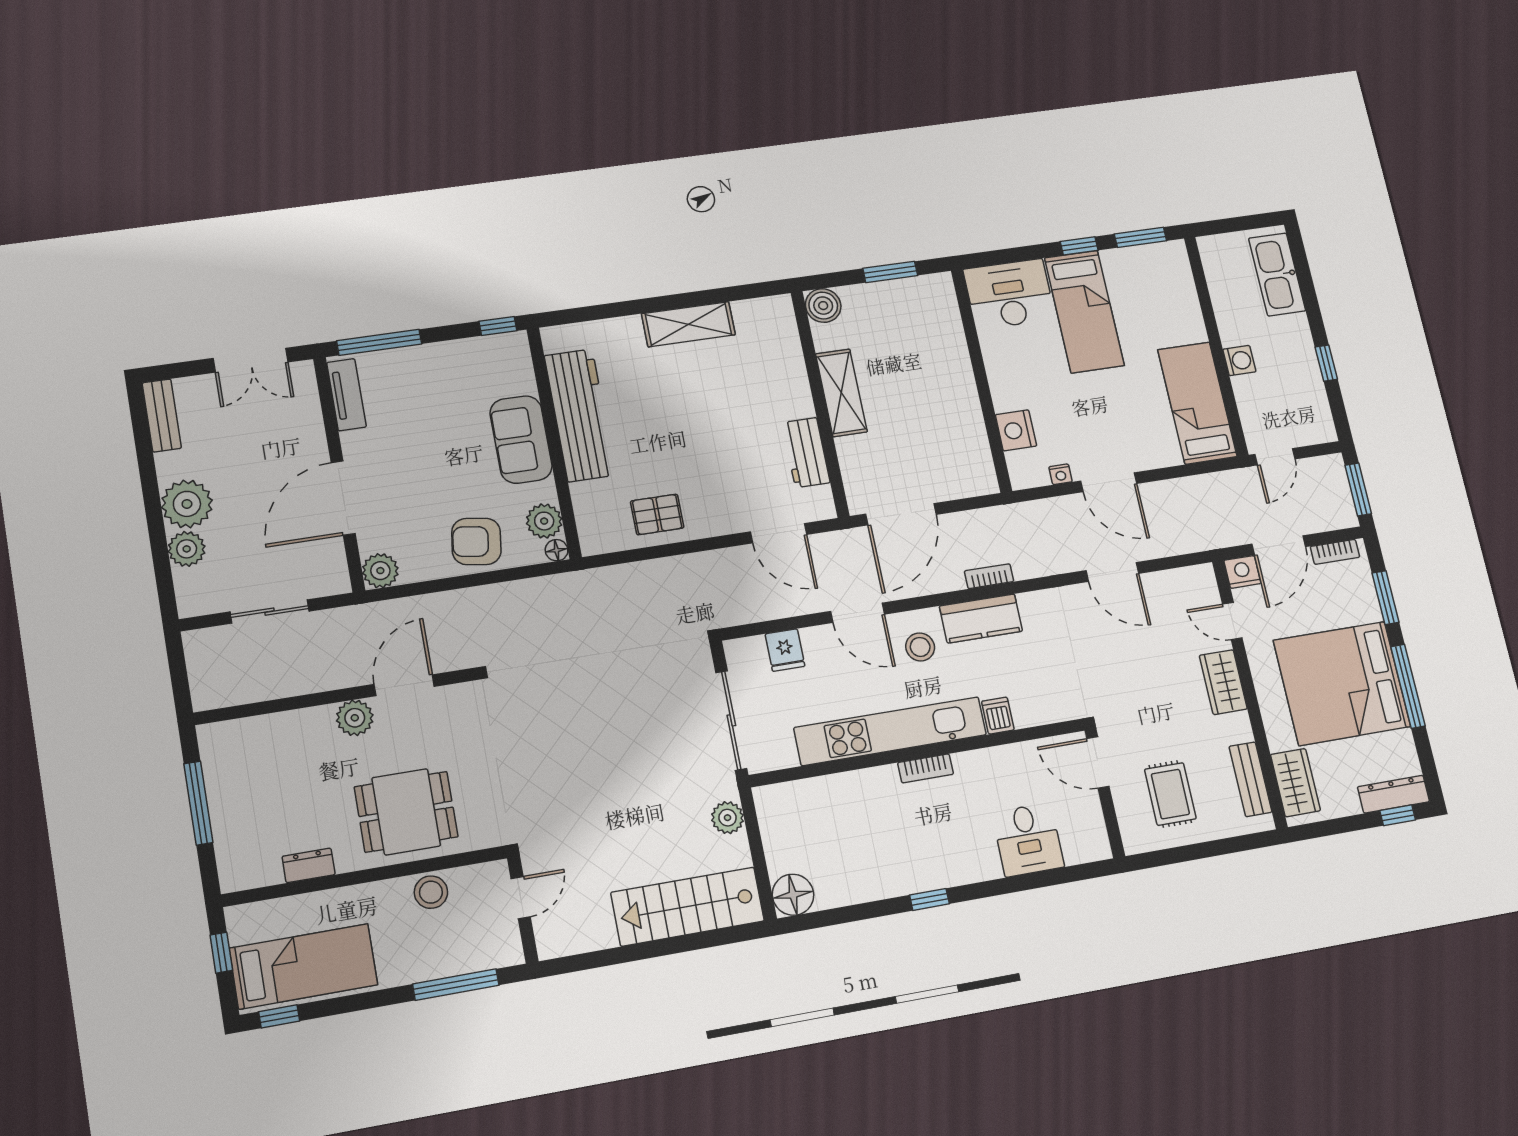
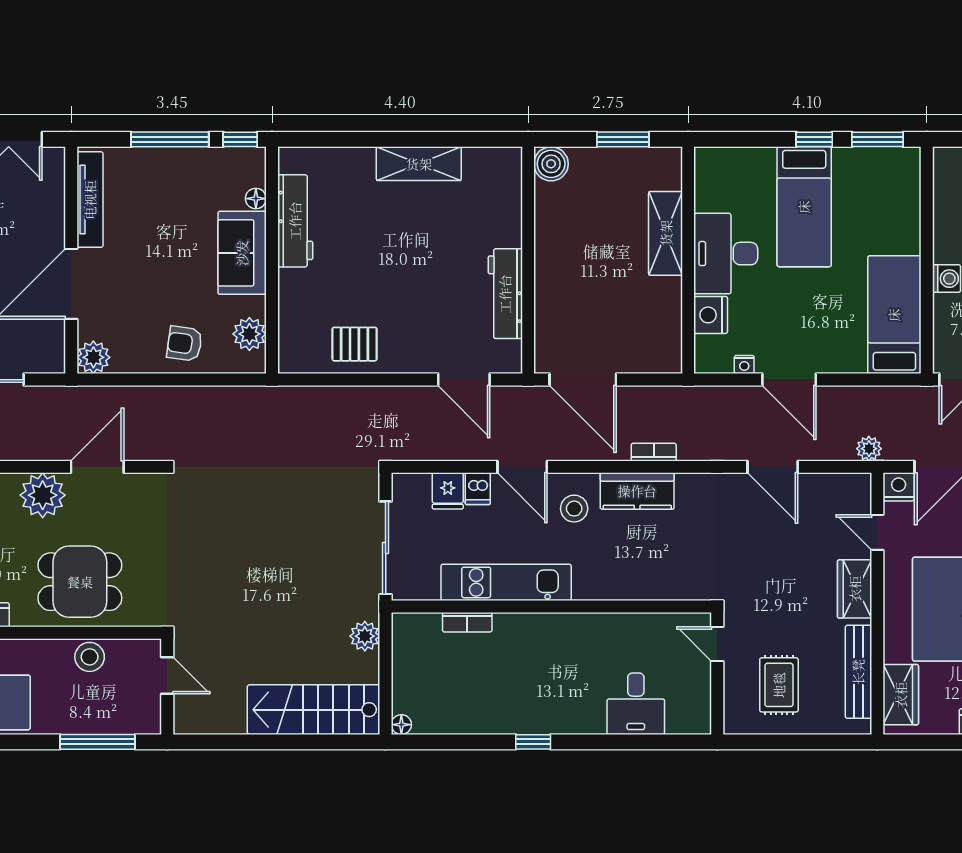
desk: (1009, 294) -> (726, 254), moved, turned -90
window: (379, 342) -> (170, 139), moved
shelving: (841, 393) -> (666, 233), moved
tv unit: (346, 395) -> (90, 200), width x1.41
workbench: (580, 415) -> (295, 221), width x0.73, depth x0.76
workbench: (806, 453) -> (505, 294), width x1.37
door: (901, 514) -> (583, 380), hinge flipped
plant: (1204, 538) -> (869, 449), added
armchair: (476, 541) -> (184, 344), width x0.72, depth x0.72
floor lamp: (557, 550) -> (256, 199), moved
dishwasher: (998, 716) -> (478, 489), moved, turned 180
plant: (355, 718) -> (43, 495), width x1.36, depth x1.36
kitchen unit: (890, 731) -> (506, 582), width x0.73
door: (1098, 762) -> (717, 644), width x0.73
bookcase: (926, 768) -> (467, 622), moved
bench: (1250, 779) -> (858, 672), width x1.36
floor lamp: (793, 895) -> (401, 725), width x0.53, depth x0.53
door: (521, 898) -> (167, 676), hinge flipped

